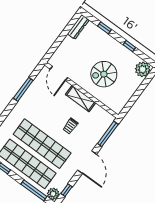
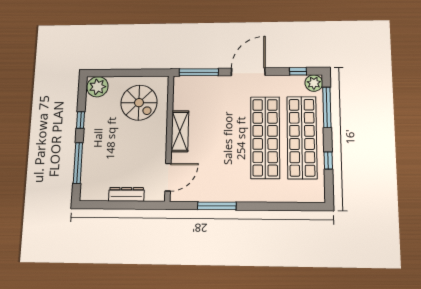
dresser: (78, 27) -> (126, 194), moved
window: (104, 28) -> (78, 163), width x2.17
spiral stairs: (104, 74) -> (139, 103), moved
trolley: (70, 126) -> (220, 120), removed

